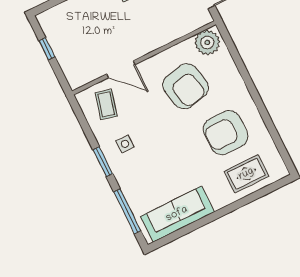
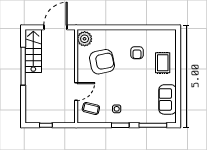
armchair: (226, 133) -> (137, 53), width x0.53, depth x0.53
rug: (246, 174) -> (163, 63), moved
sofa: (177, 214) -> (168, 99), width x0.73

